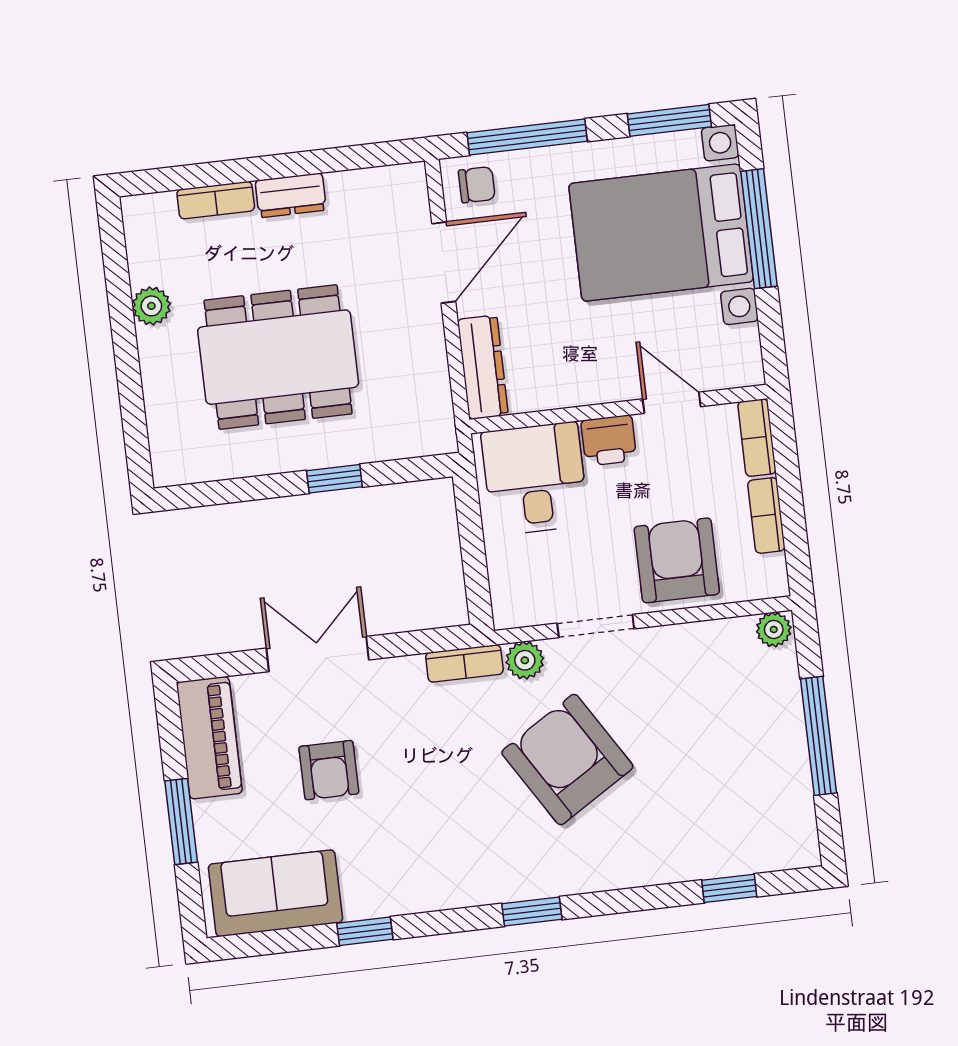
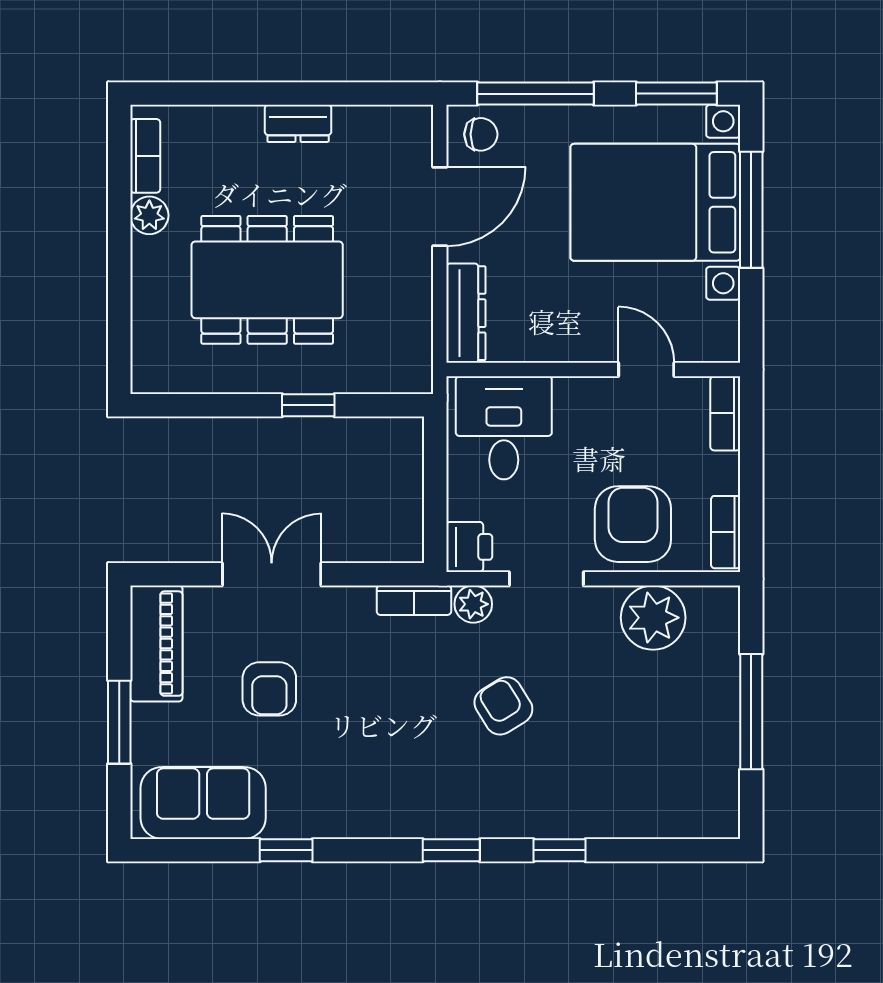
bookcase: (216, 200) -> (145, 156), moved, turned -90
printer: (609, 440) -> (469, 547), moved, turned -90
bookcase: (766, 515) -> (726, 532), moved
plant: (774, 629) -> (653, 618), moved, width x1.88, depth x1.88
armchair: (567, 760) -> (503, 706), width x0.53, depth x0.53
window: (729, 888) -> (559, 850), moved

